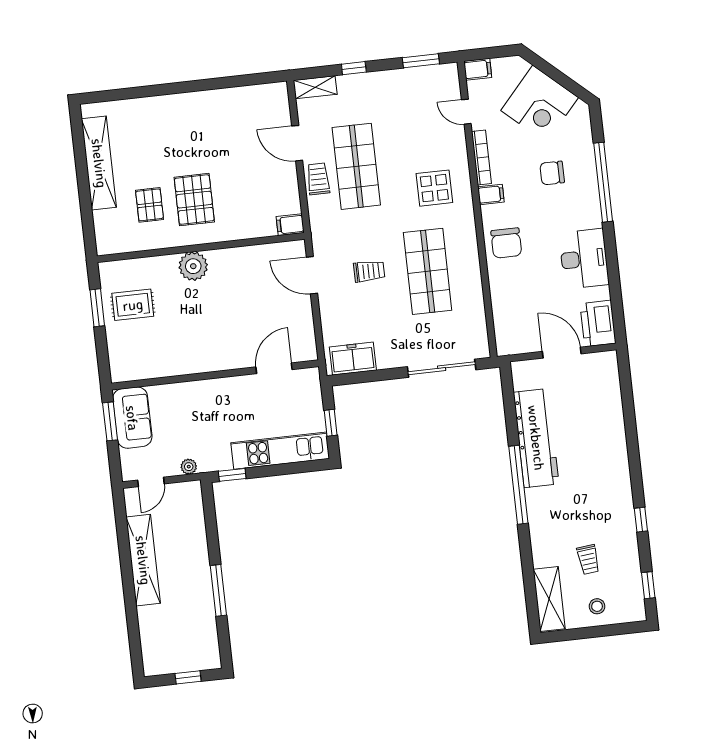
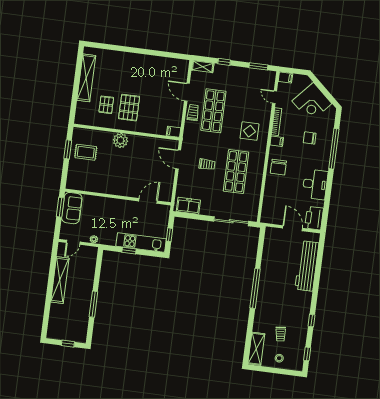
workbench: (536, 438) -> (307, 266), moved, turned 180
window: (232, 475) -> (129, 251), moved

